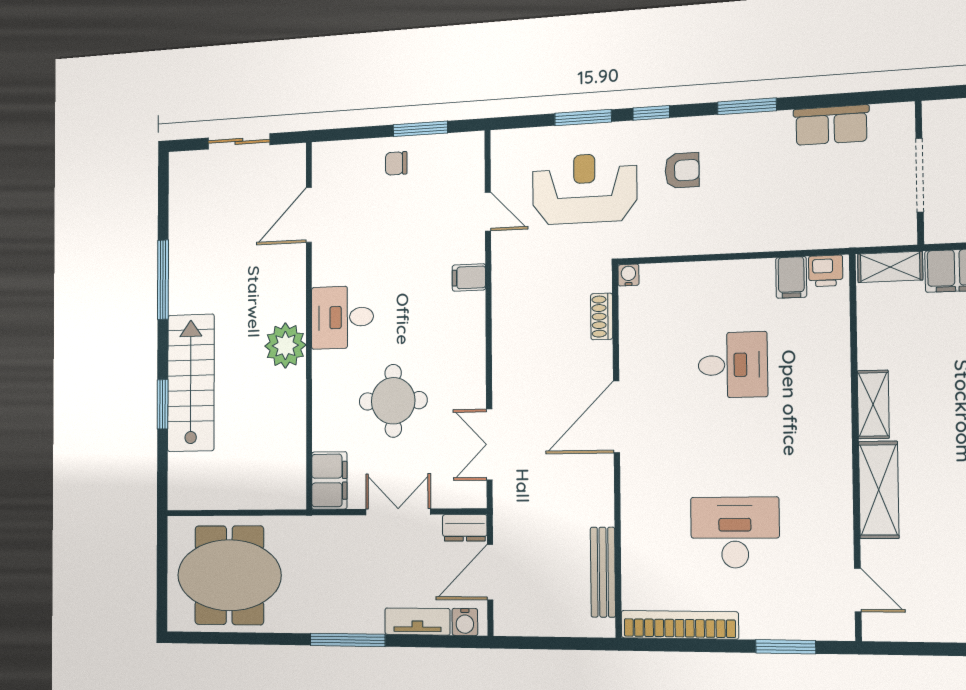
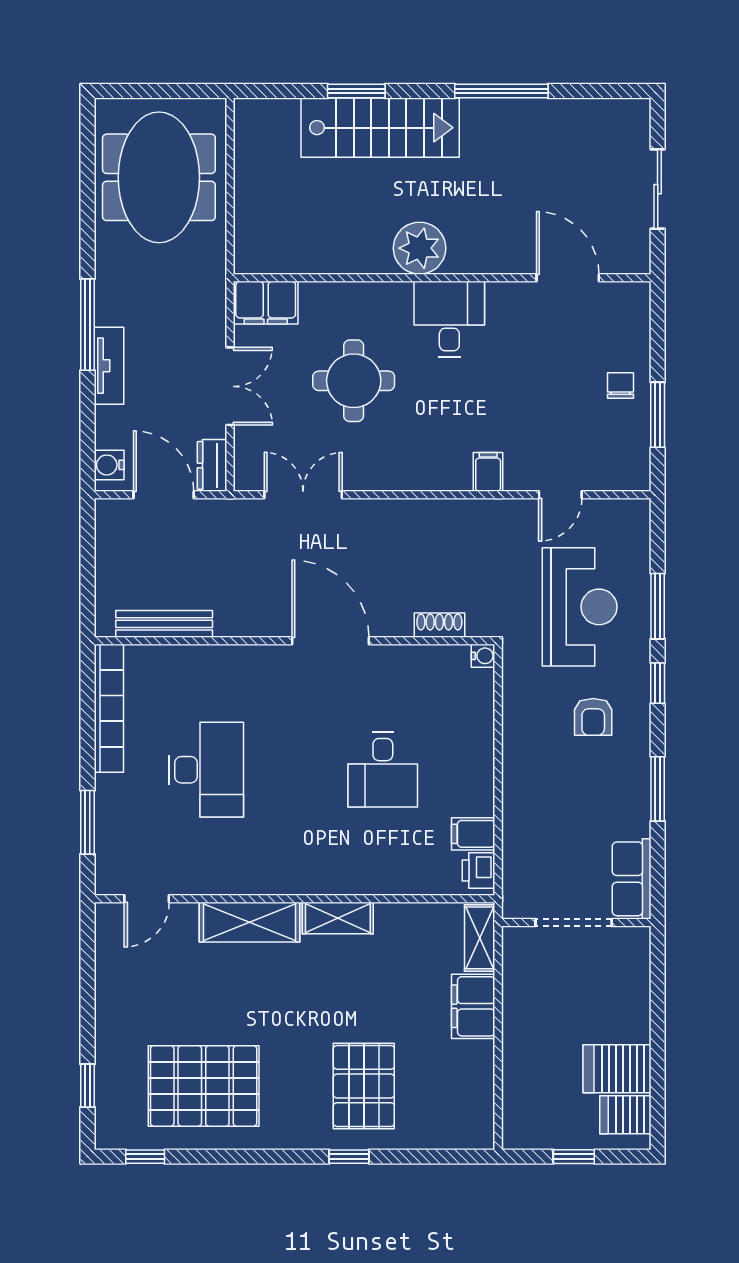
wall: (919, 173) -> (576, 922), moved
doorway: (920, 175) -> (574, 922), moved
tv unit: (417, 621) -> (109, 366), moved

